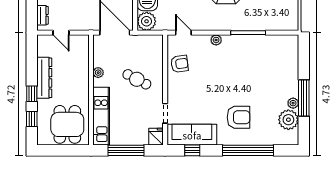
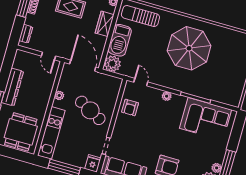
door: (61, 33) -> (48, 56), moved
corner sofa: (266, 53) -> (206, 119), added
armchair: (180, 64) -> (130, 108), turned 98
cafe table: (137, 79) -> (90, 110), width x1.37, depth x1.35

